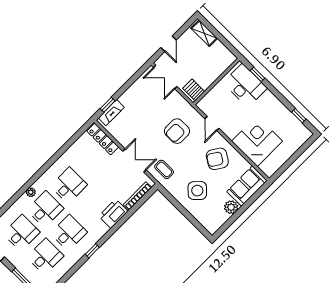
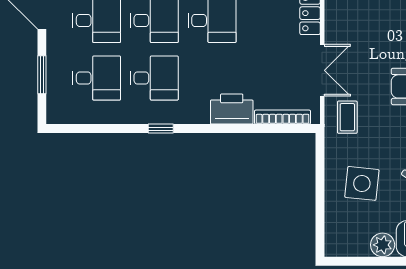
side table: (197, 191) -> (362, 183), turned -38

